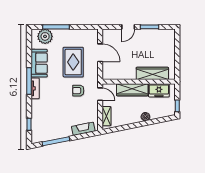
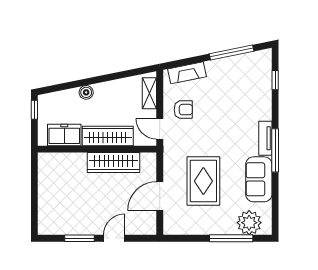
door: (100, 53) -> (160, 196), hinge flipped
wardrobe: (152, 73) -> (113, 163), moved
armchair: (78, 91) -> (183, 110), moved

